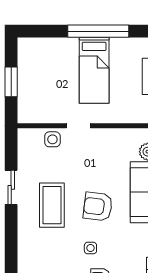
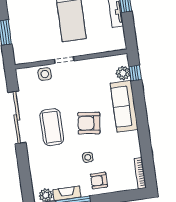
sliding door: (11, 187) -> (17, 117), width x1.86

